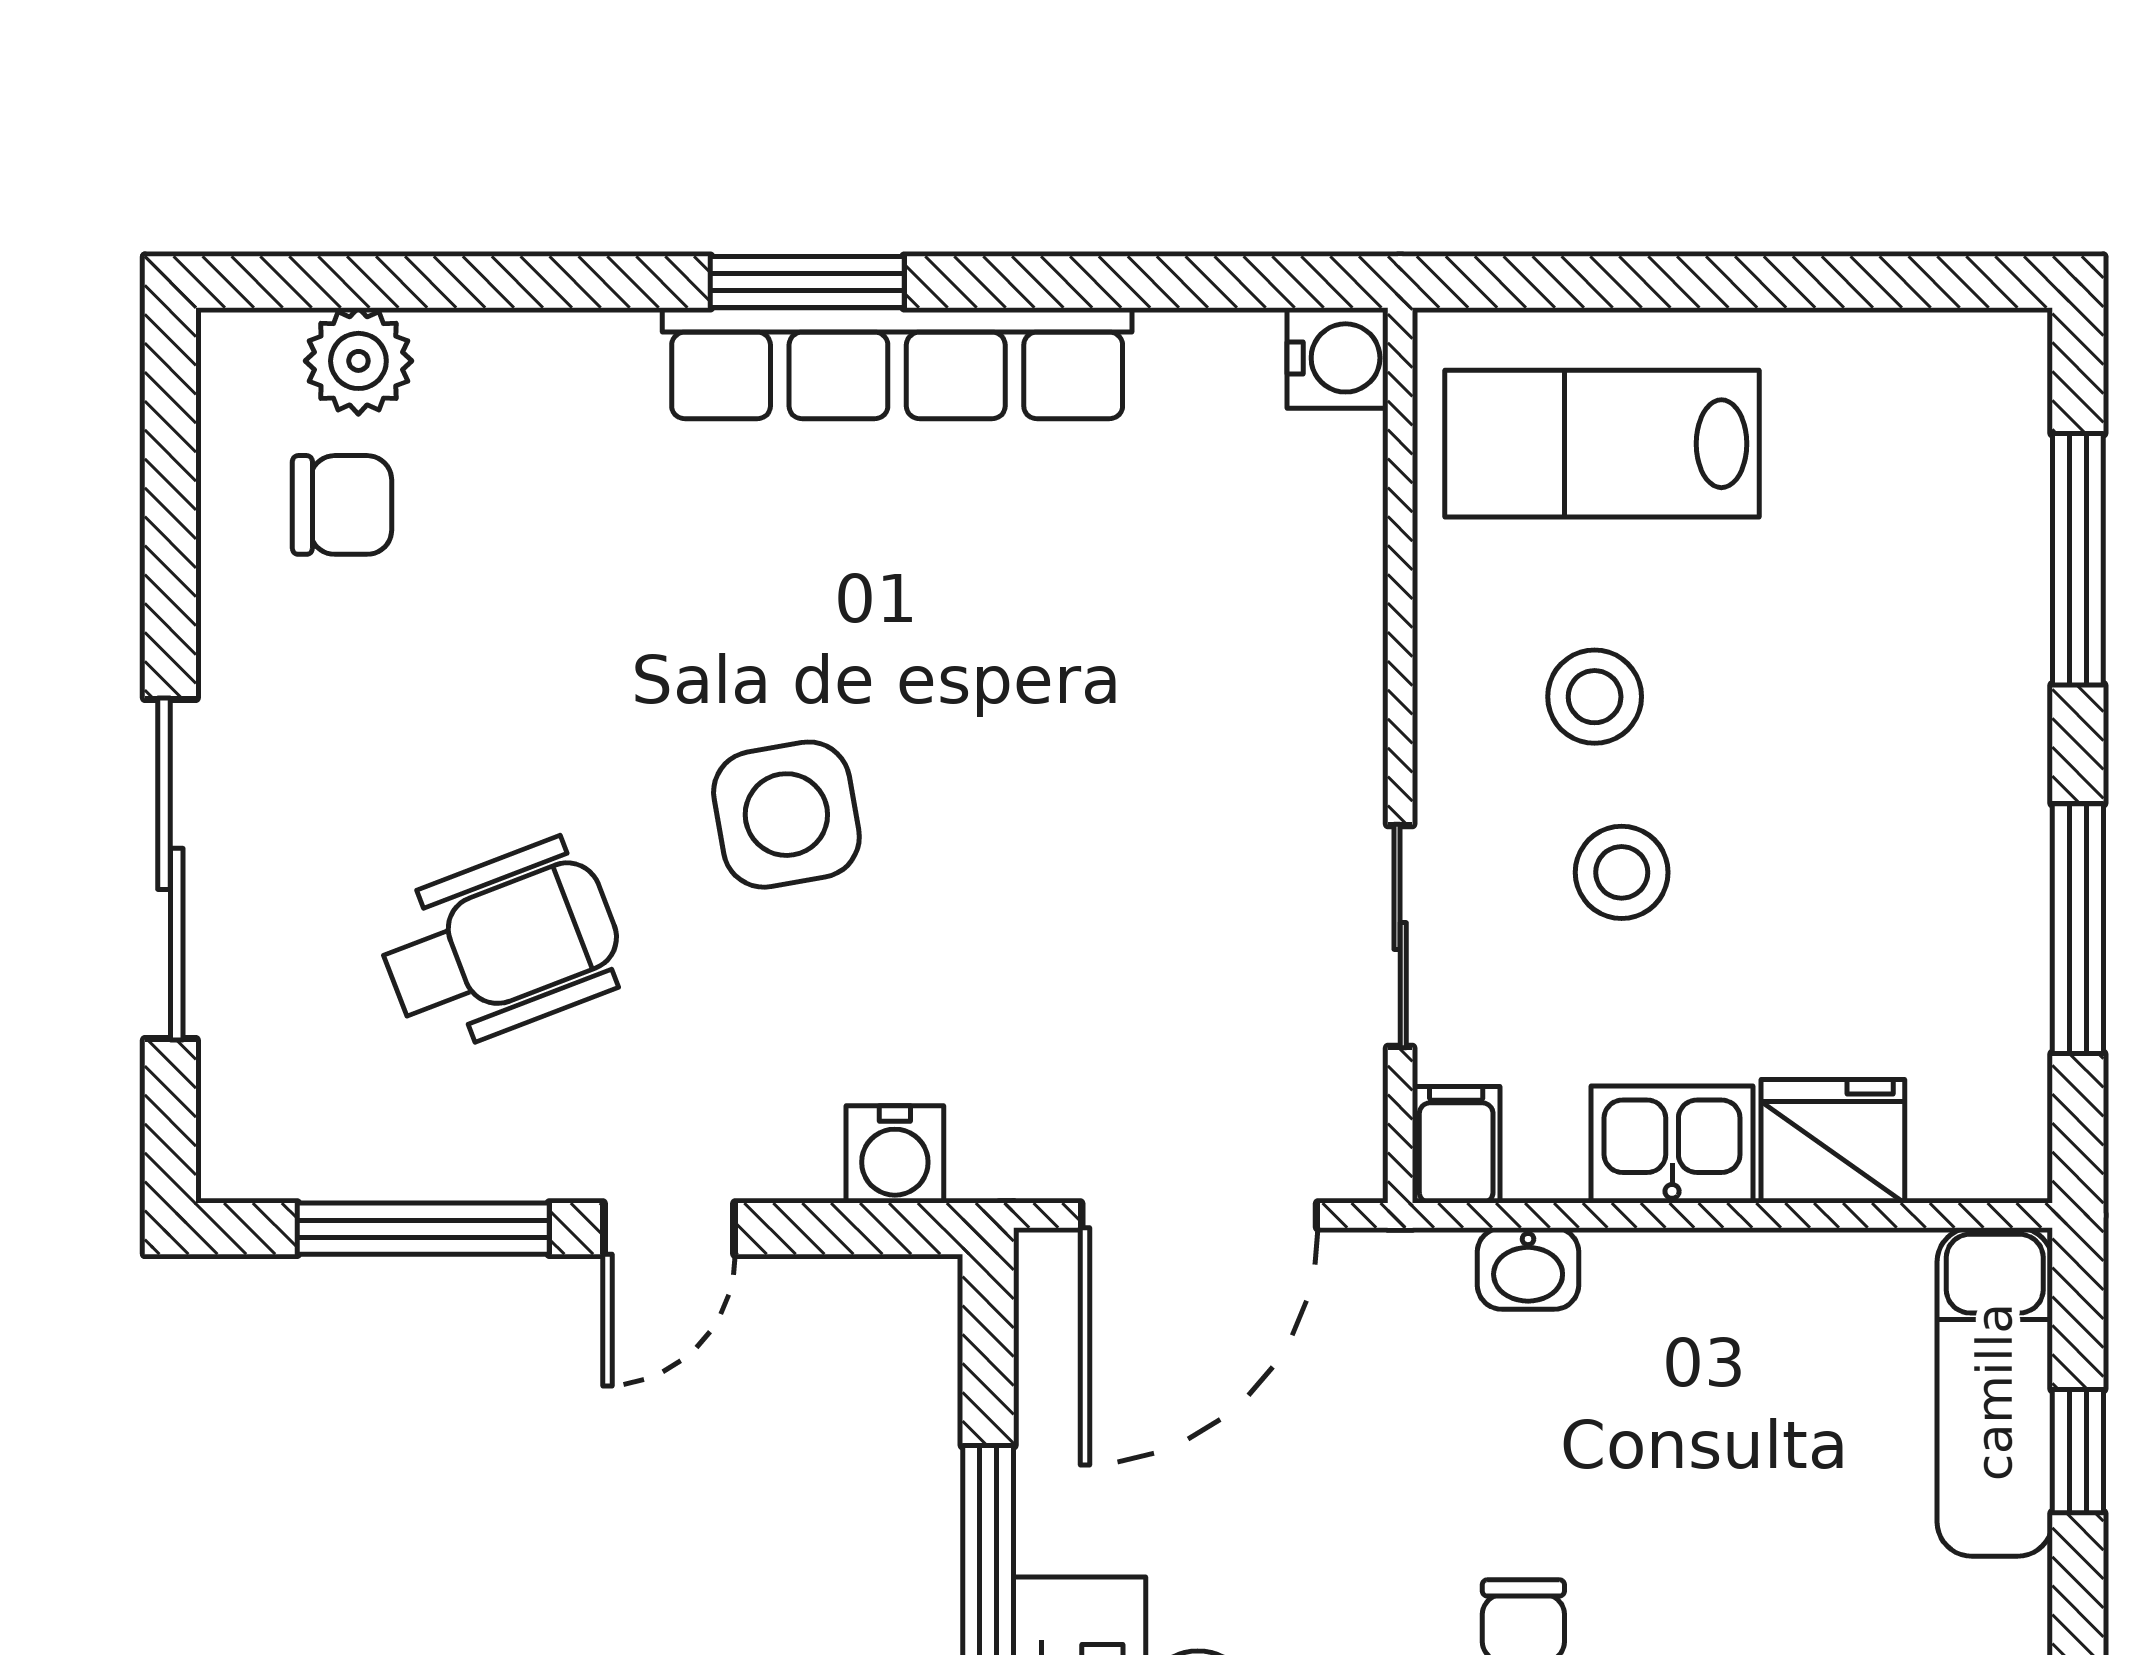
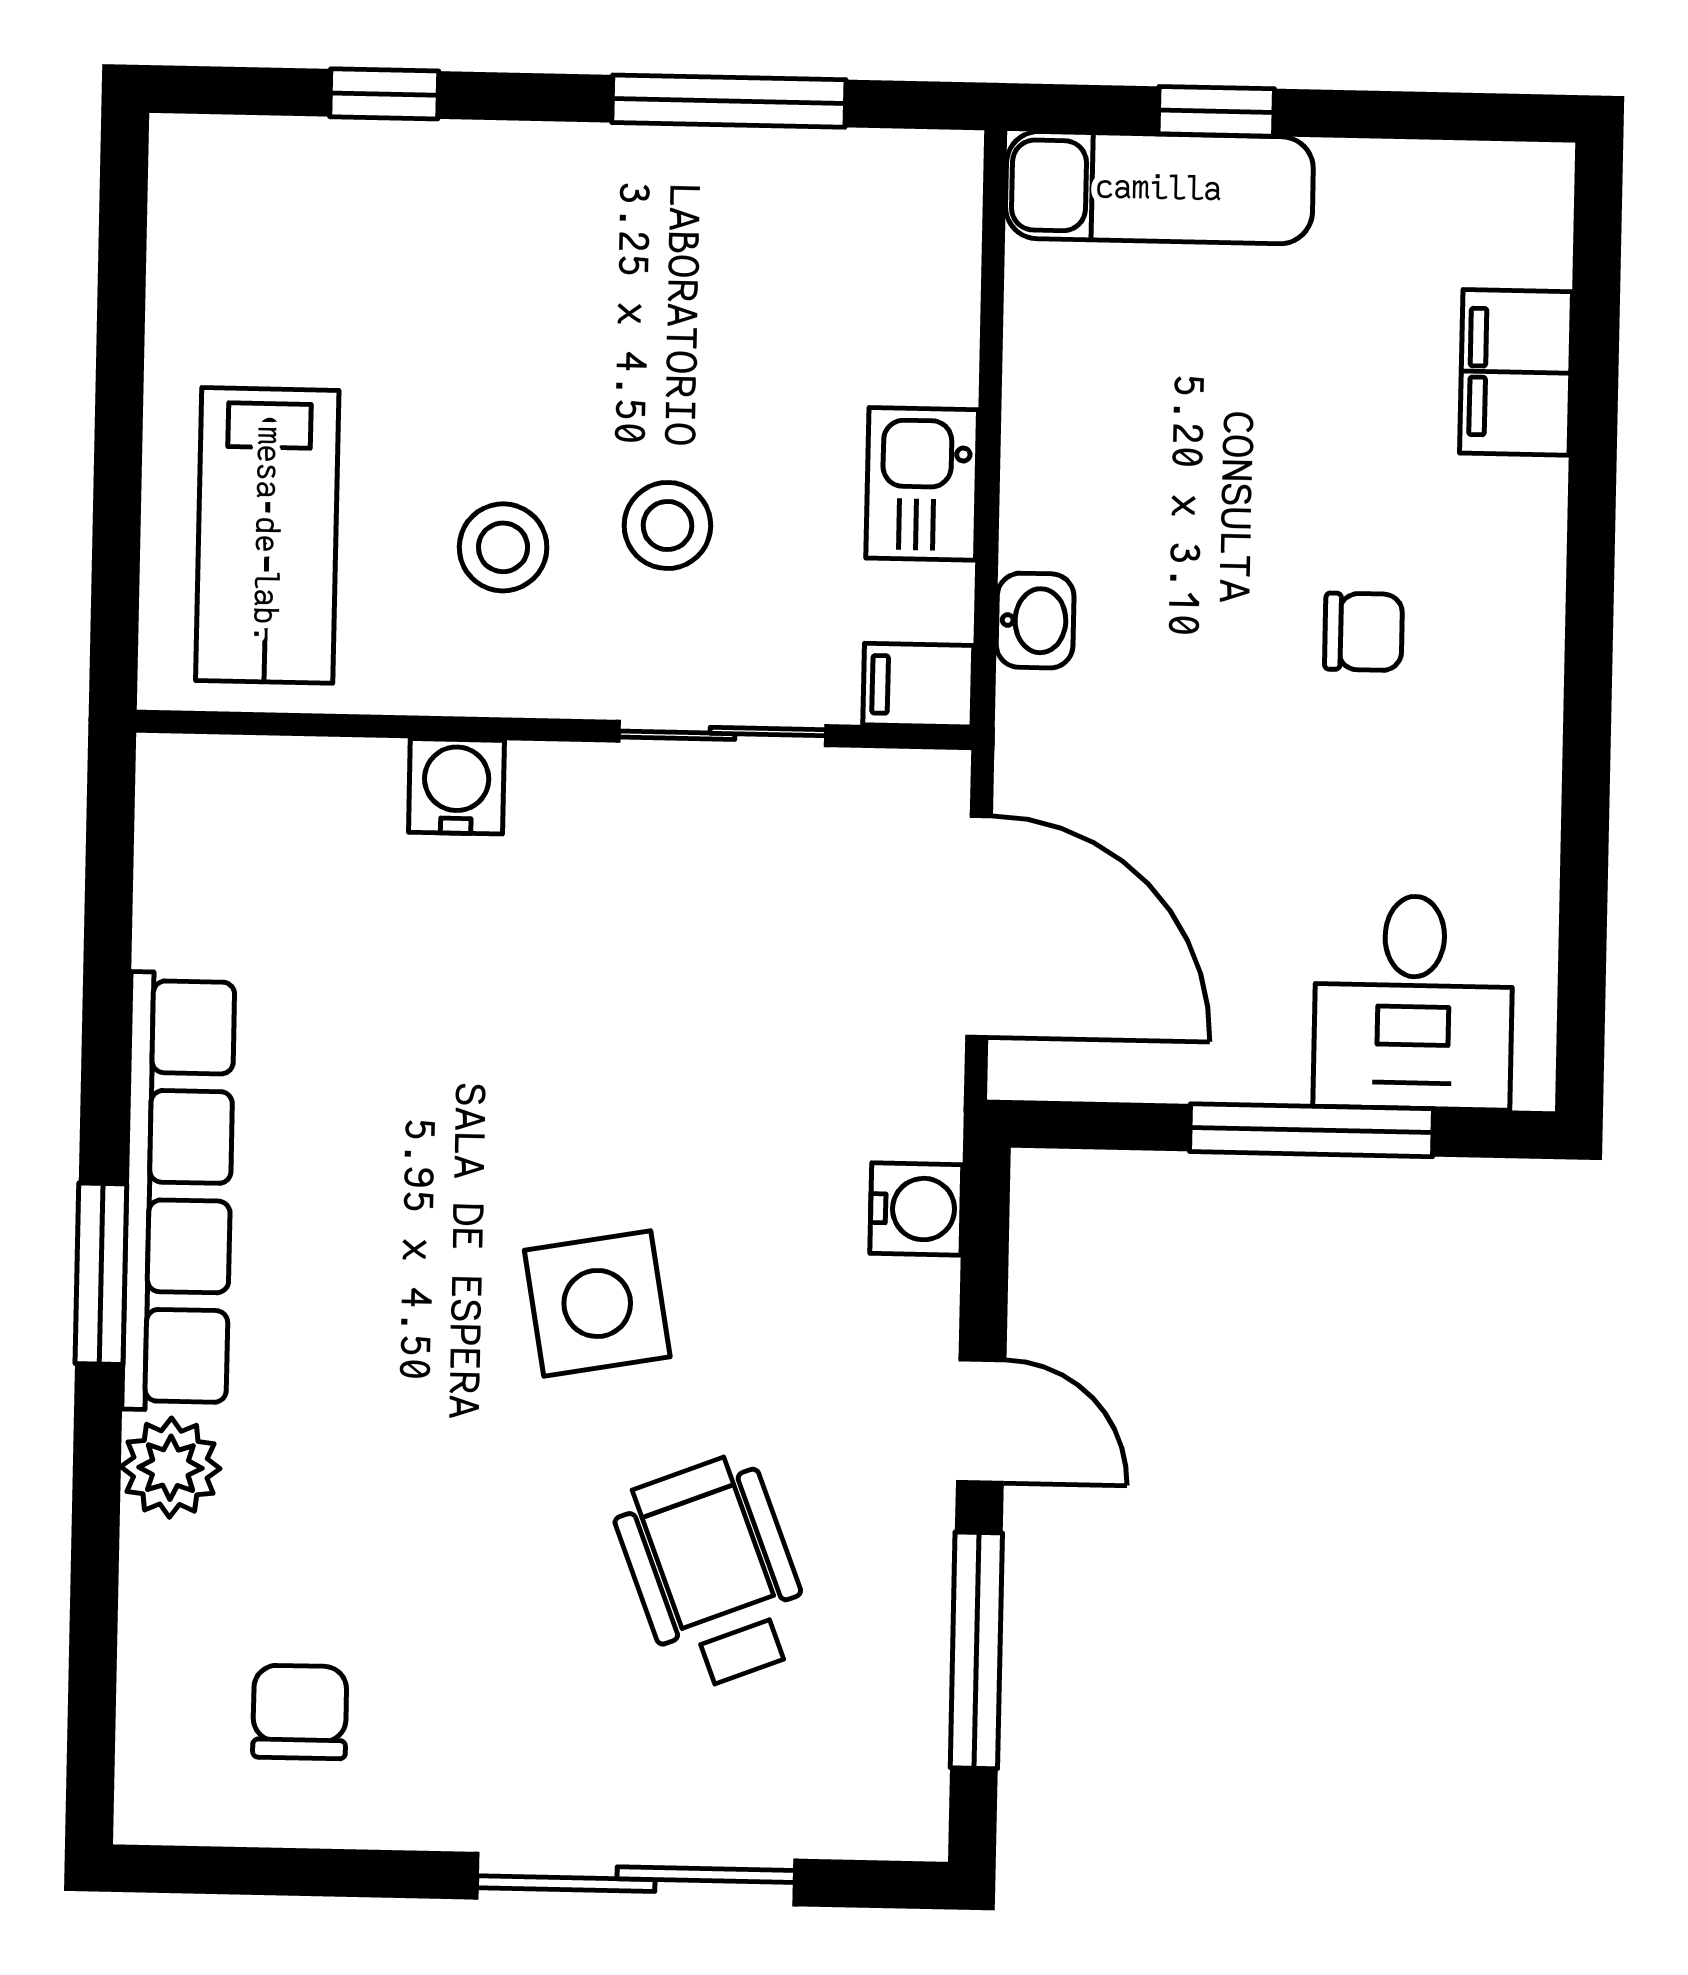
water cooler: (1337, 358) -> (456, 786), moved
plant: (358, 361) -> (170, 1468), moved
window: (2078, 559) -> (384, 94), width x0.46
fridge: (1833, 1141) -> (922, 334), removed

